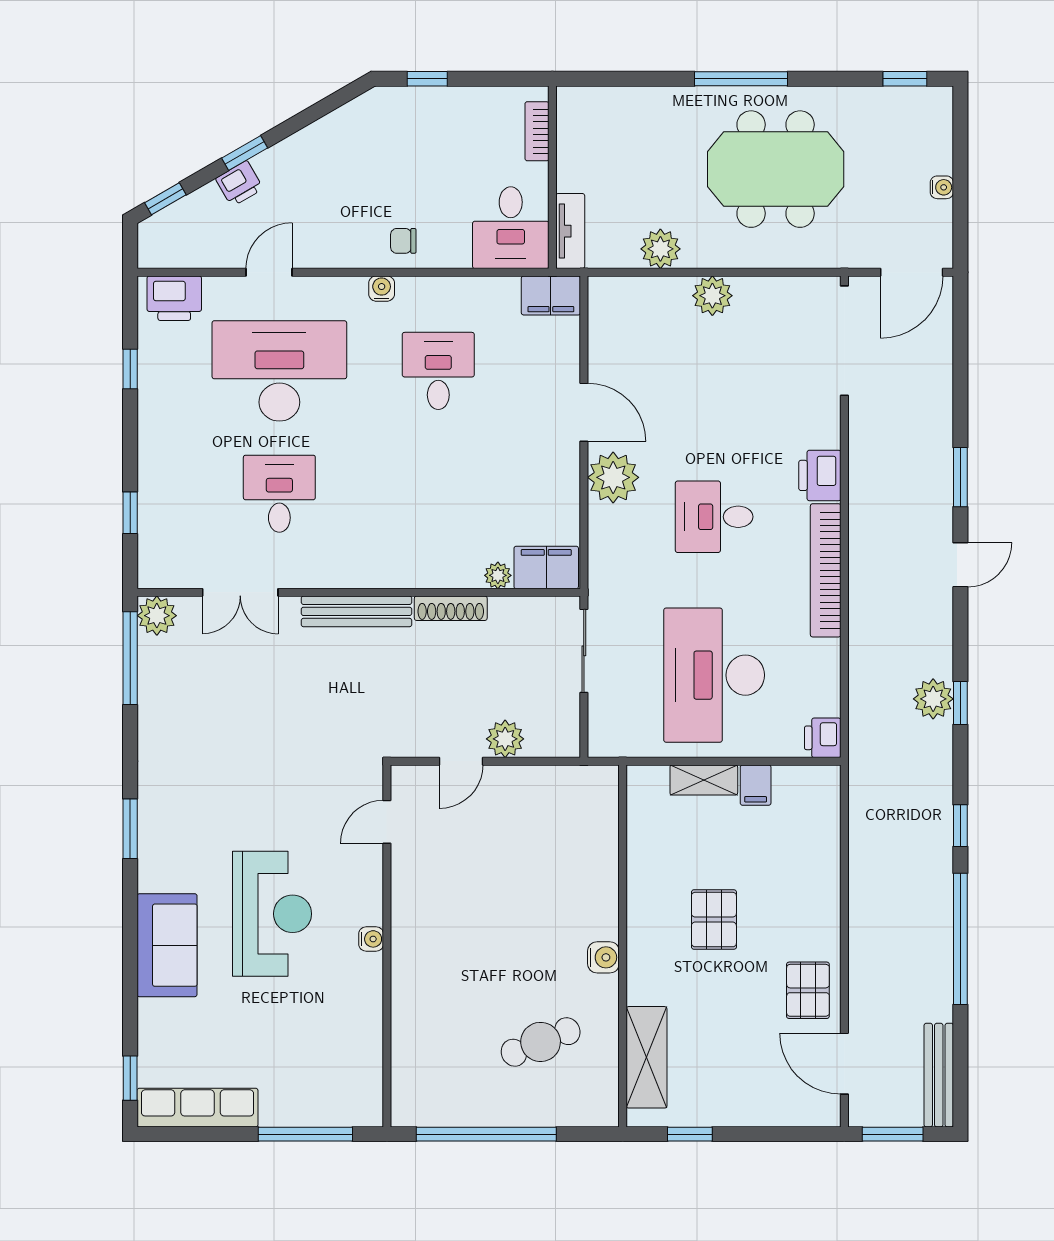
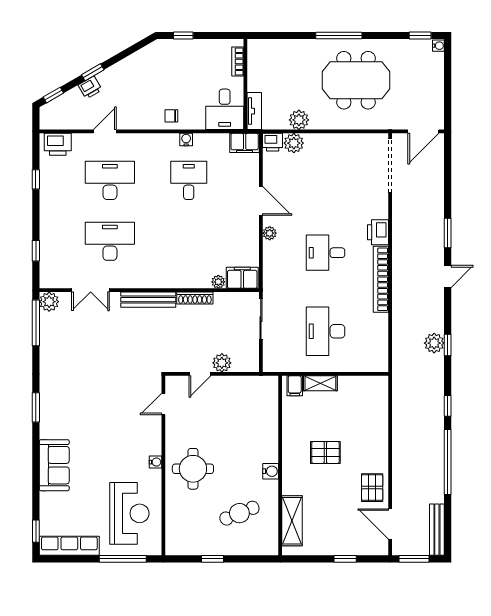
water cooler: (942, 187) -> (438, 46), moved
water cooler: (382, 289) -> (186, 140), moved
plant: (712, 296) -> (294, 143), moved
desk: (279, 371) -> (110, 180), width x0.73, depth x0.77
plant: (613, 477) -> (270, 233), width x0.53, depth x0.53
desk: (279, 494) -> (110, 241), width x1.37
desk: (714, 675) -> (326, 331), width x0.73, depth x0.77
printer: (823, 738) -> (273, 142), moved, turned -90
filing cabinet: (756, 785) -> (295, 386), moved
reception desk: (272, 914) -> (129, 513), moved
pallet: (714, 920) -> (325, 452), turned 90
round table: (447, 952) -> (193, 469), added
window: (486, 1134) -> (213, 559), width x0.32
window: (690, 1134) -> (345, 559), moved

